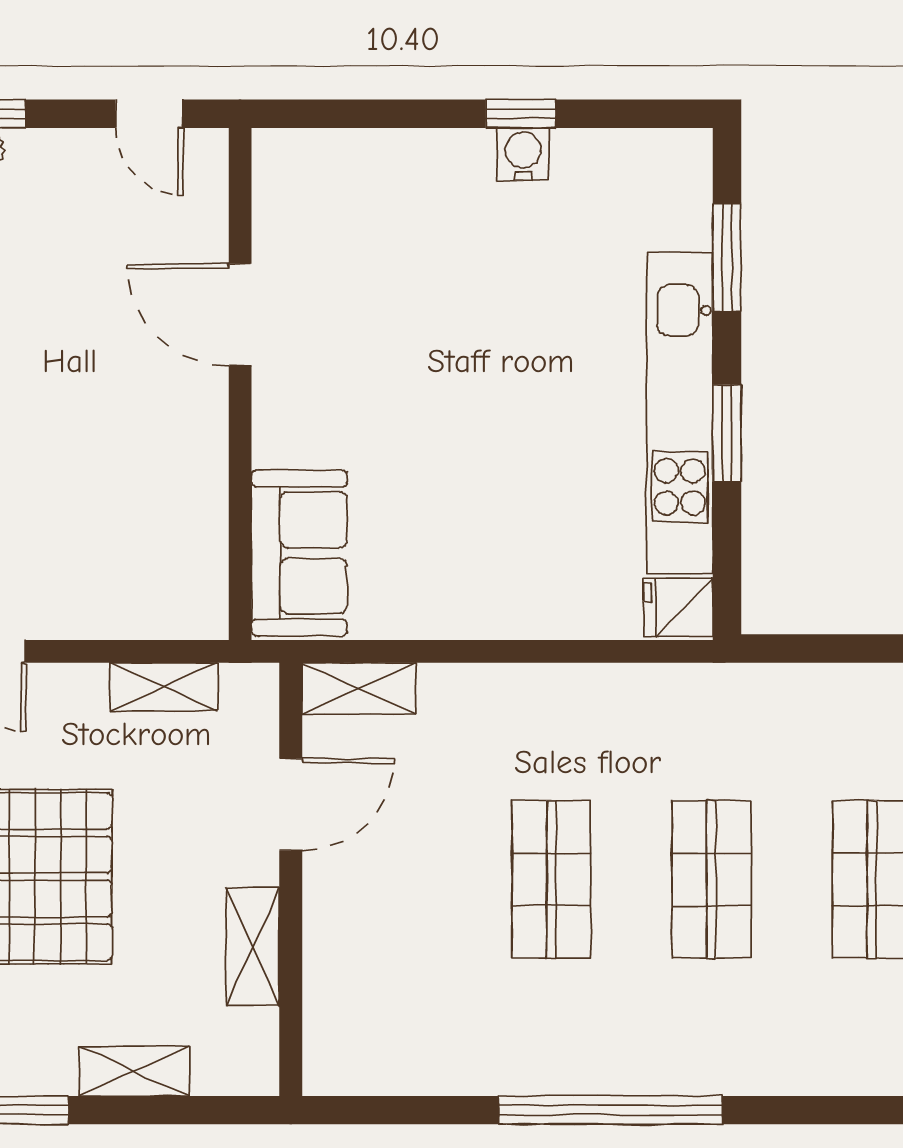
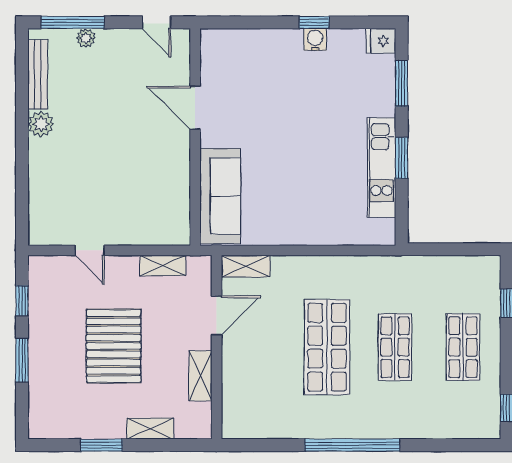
kitchen unit: (680, 413) -> (382, 168), width x0.73
sofa: (299, 553) -> (220, 196), width x1.36
fridge: (678, 607) -> (381, 41), moved
shop shelf: (551, 879) -> (327, 347), width x1.43, depth x1.36

